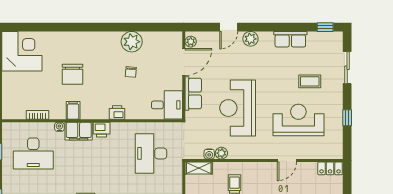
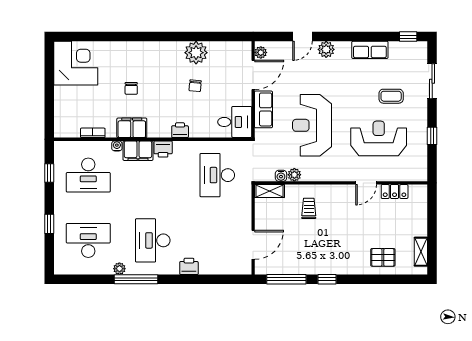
chair: (72, 74) -> (131, 88), width x0.54, depth x0.54
filing cabinet: (73, 110) -> (132, 128), width x2.00
locker: (330, 168) -> (395, 191), moved

